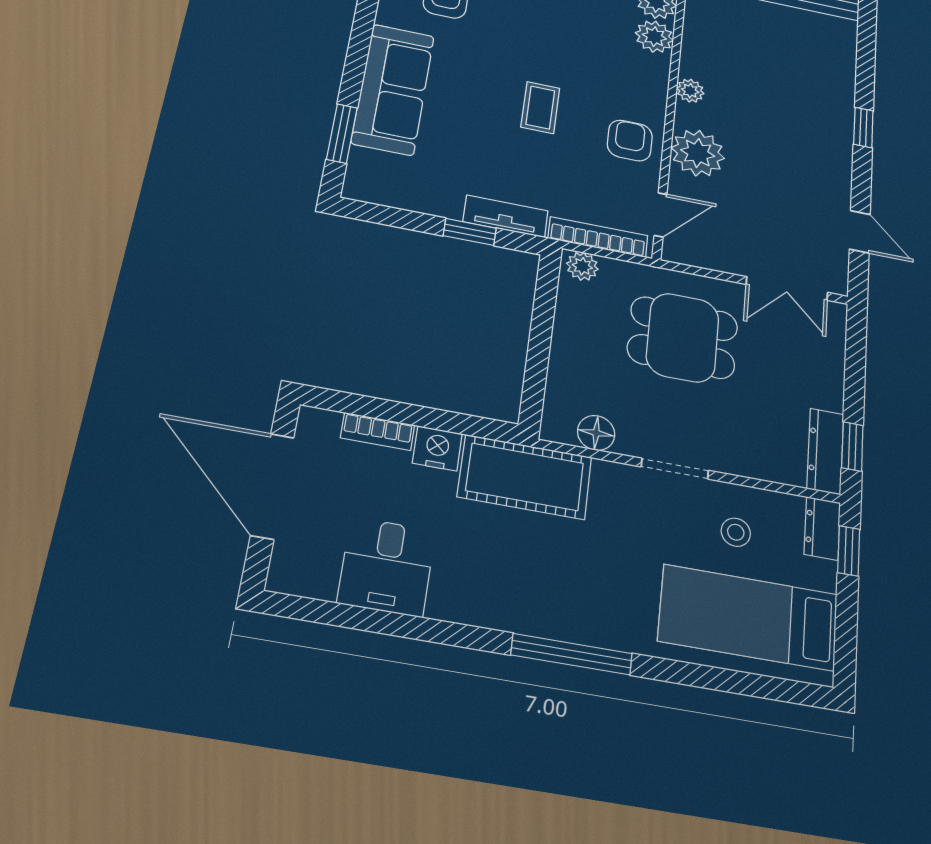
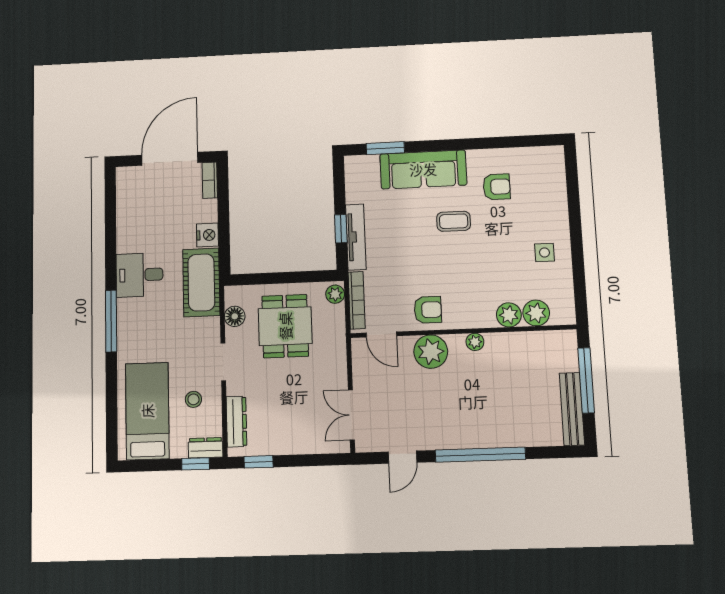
coffee table: (540, 108) -> (454, 221), moved
window: (863, 127) -> (480, 455), width x3.17
tv unit: (506, 216) -> (356, 237), width x1.41
dining table: (683, 338) -> (285, 326), moved
bookcase: (378, 431) -> (210, 180), moved
dresser: (825, 451) -> (236, 422), moved, turned 90
desk: (387, 567) -> (139, 275), moved

